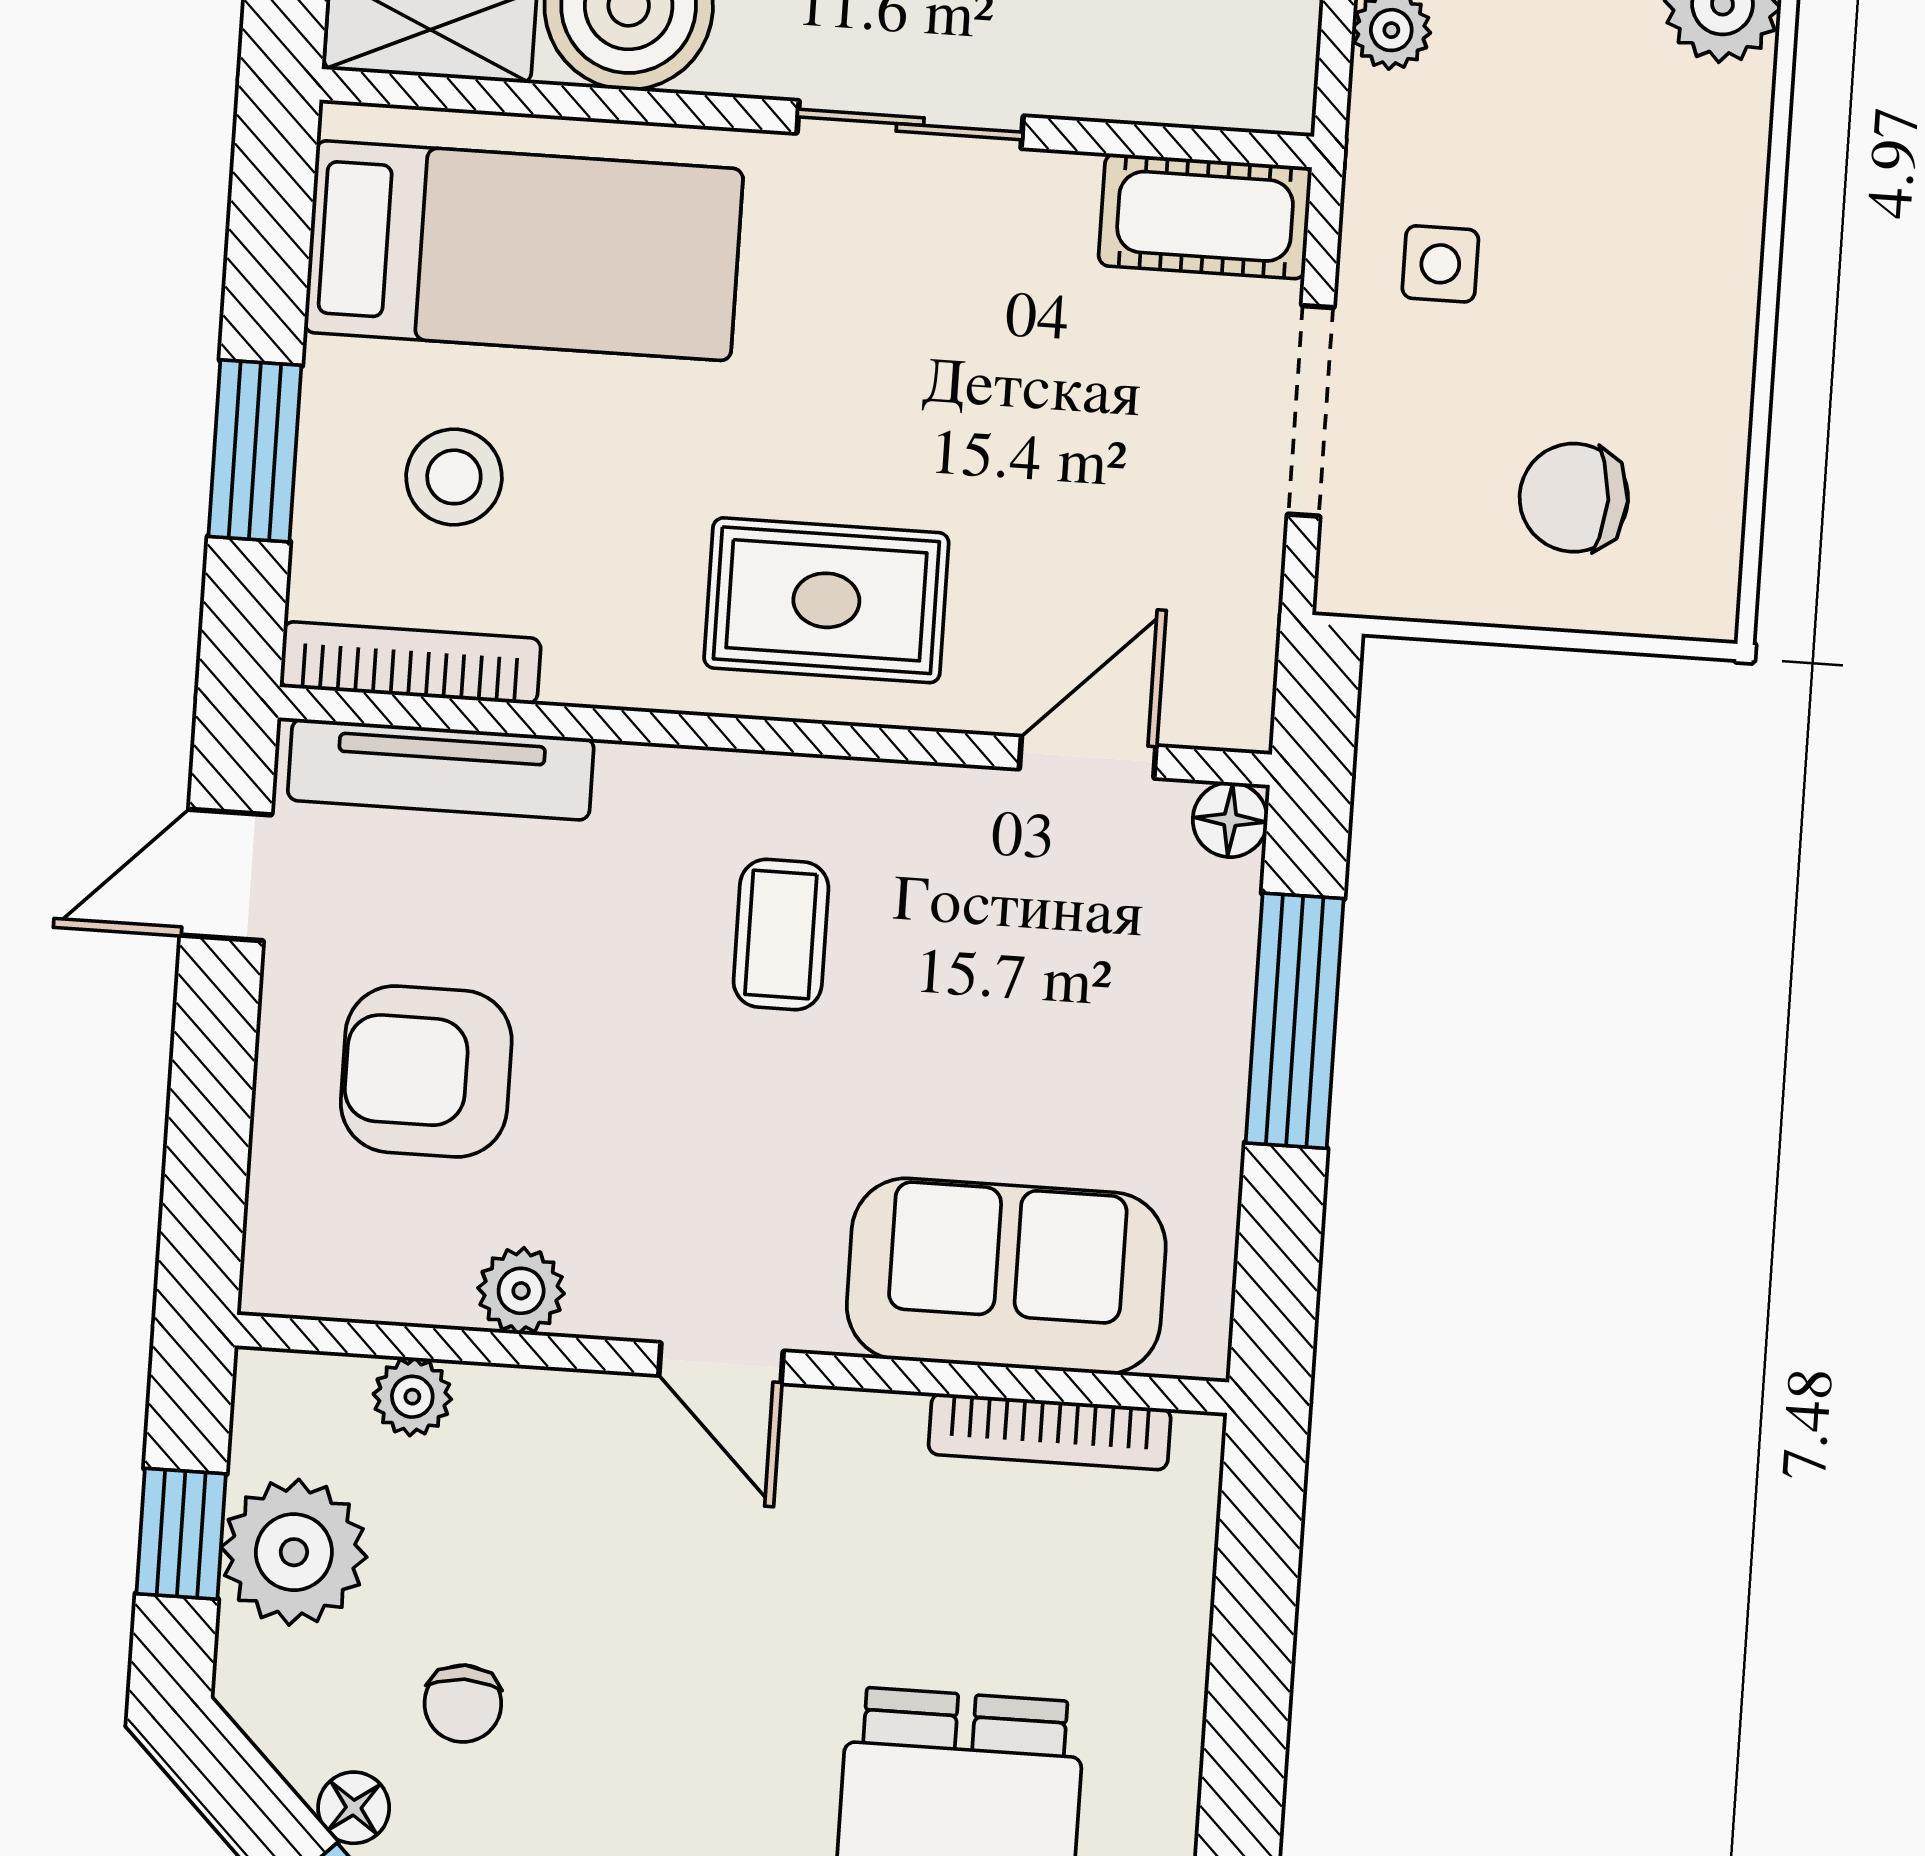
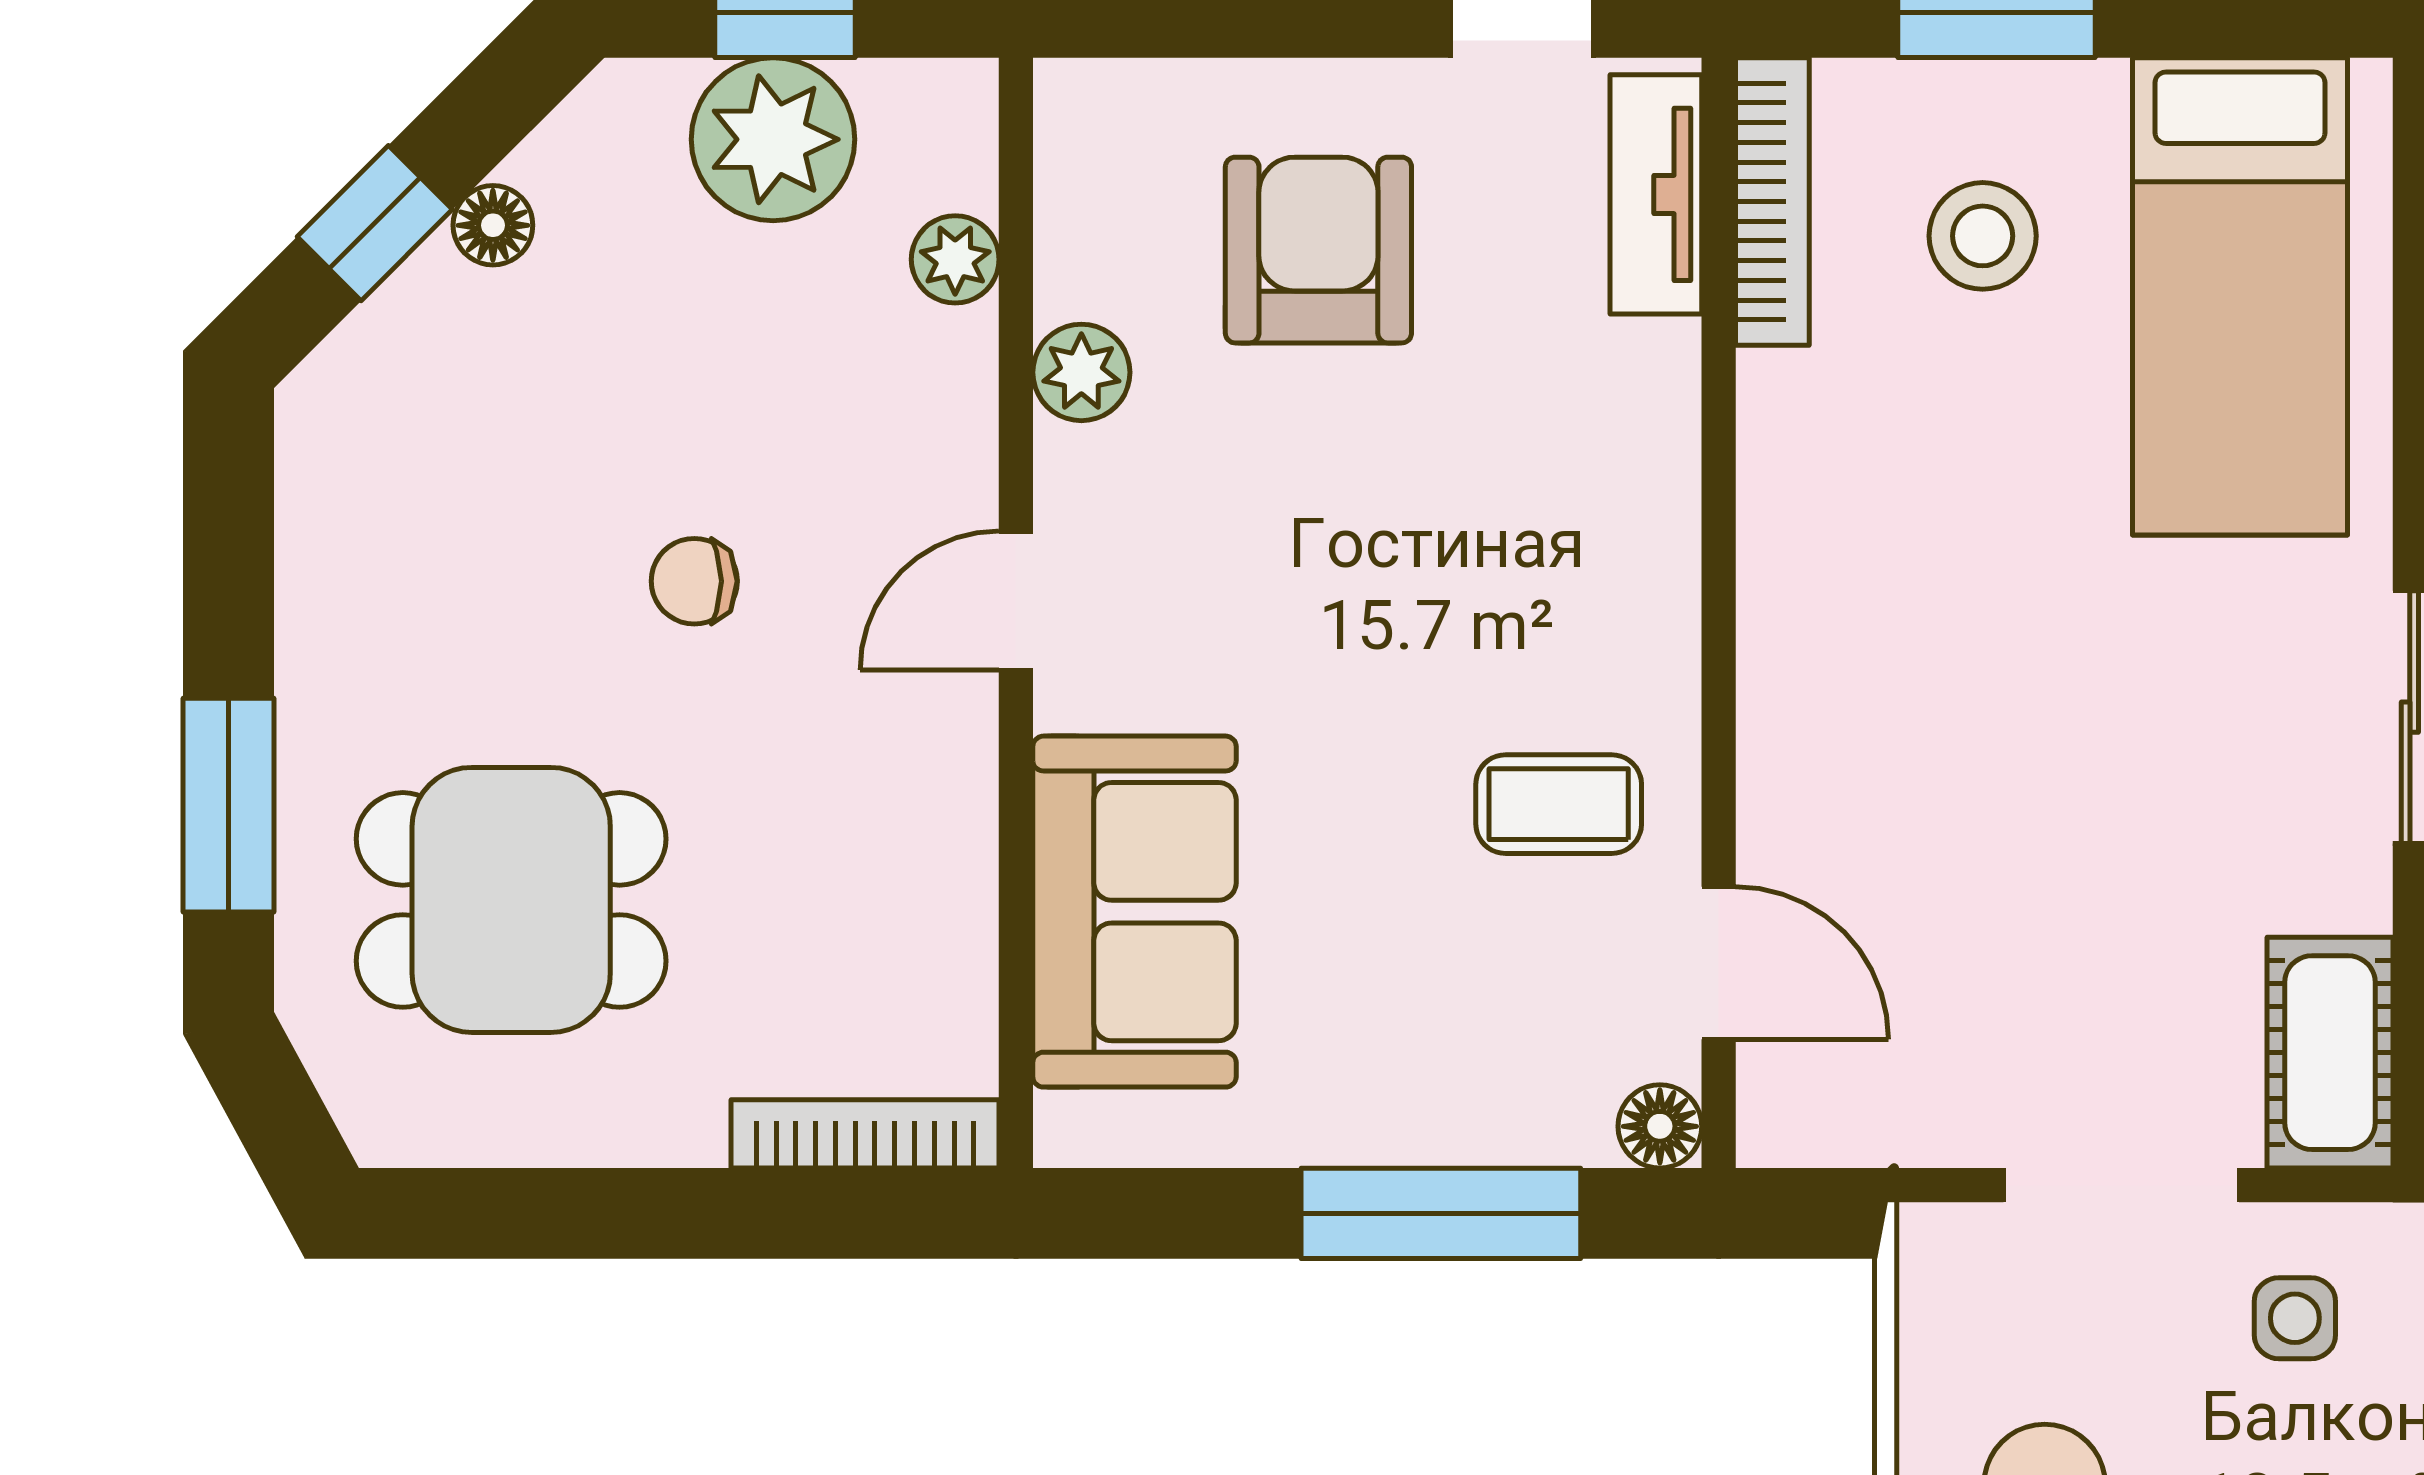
rug: (826, 600) -> (1874, 660), removed
tv unit: (441, 770) -> (1656, 194), width x0.71
coffee table: (781, 935) -> (1559, 804), moved
bookcase: (1050, 1432) -> (865, 1134), moved, turned 90
chair: (463, 1704) -> (694, 581), moved

